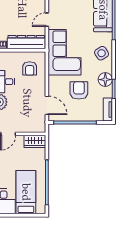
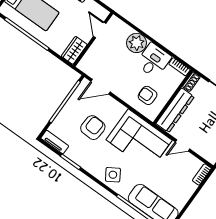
door: (47, 20) -> (183, 145), swing flipped
floor lamp: (105, 80) -> (85, 160), removed
armchair: (79, 90) -> (93, 128), turned -87

